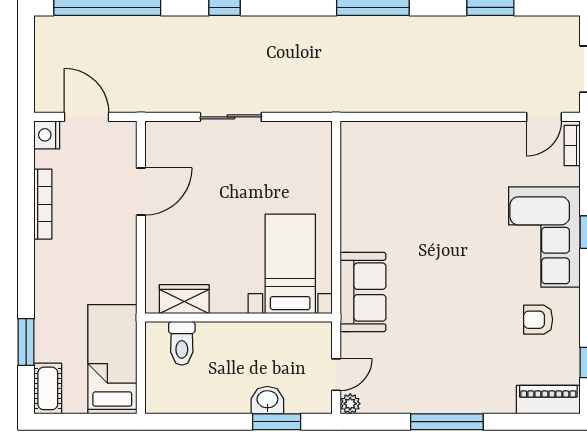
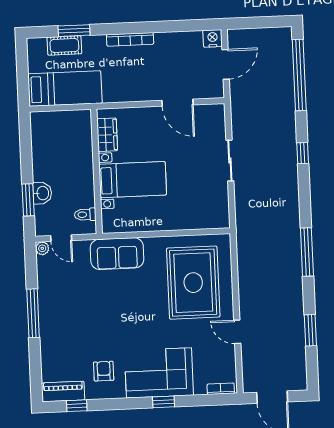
door: (544, 117) -> (237, 332), moved
rug: (411, 180) -> (193, 283), added
bookcase: (43, 204) -> (130, 39), moved
bed with nightstands: (290, 264) -> (133, 180), moved
toilet: (182, 343) -> (85, 215), moved, width x0.73, depth x0.72
cot: (48, 388) -> (64, 45), moved
piano: (548, 400) -> (63, 391), moved, turned -90

